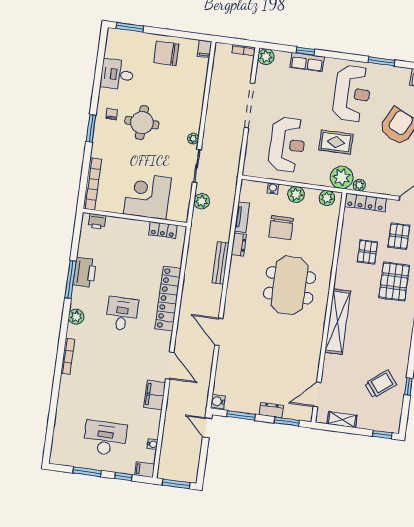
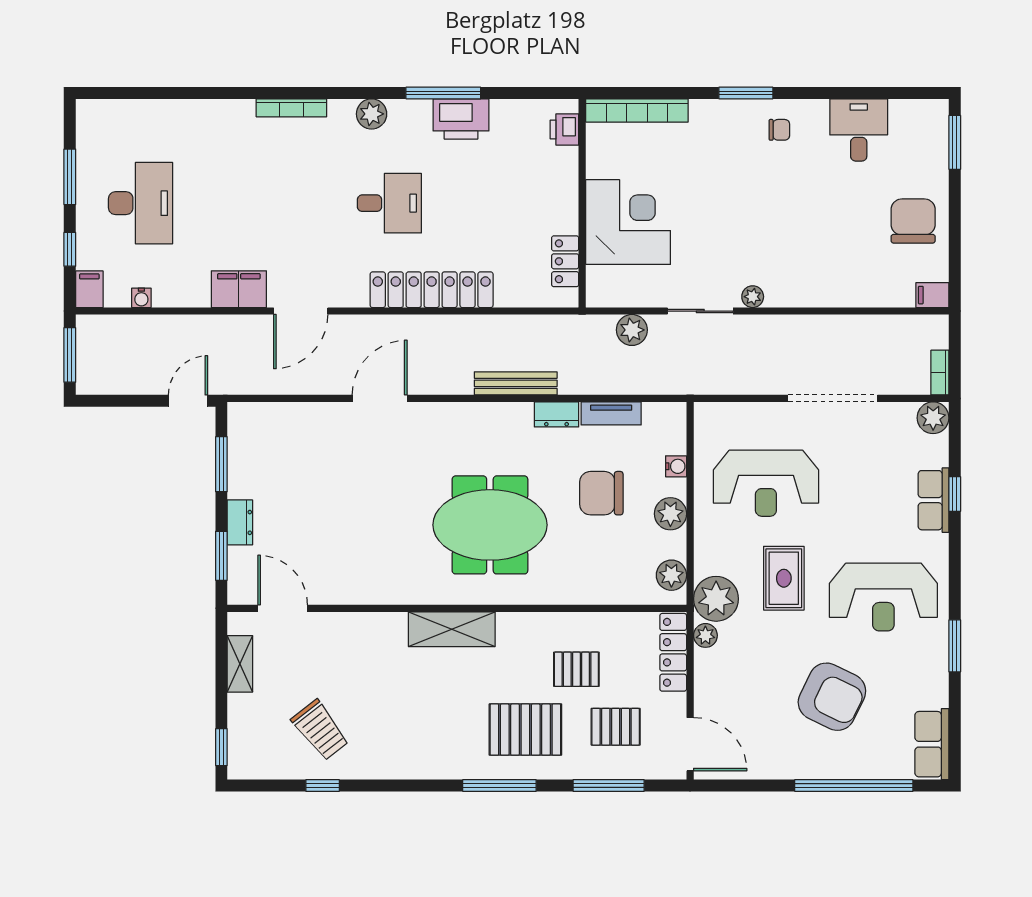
round table: (142, 123) -> (771, 192), removed
shelving: (338, 322) -> (452, 629), width x0.68
water cooler: (218, 401) -> (243, 415), removed

